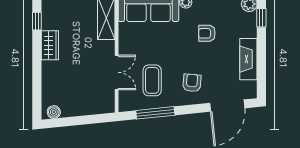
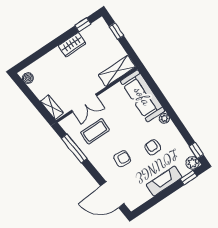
fireplace: (248, 59) -> (164, 181), moved
armchair: (192, 83) -> (122, 159), moved
shelving: (99, 108) -> (52, 107), added

